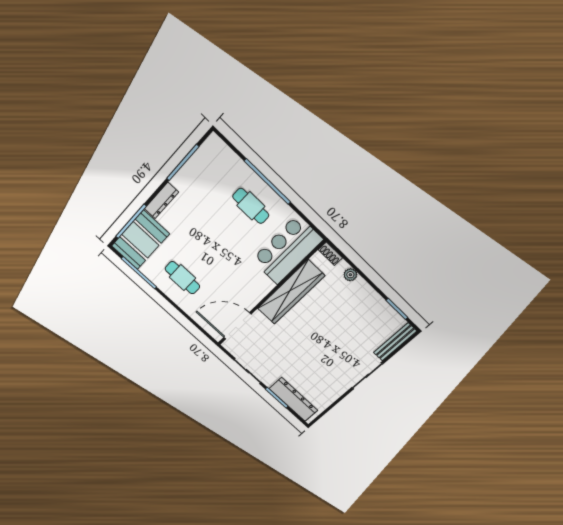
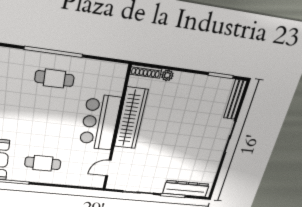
bar counter: (287, 250) -> (100, 122), moved
shoe rack: (330, 254) -> (146, 71), width x1.43
door: (237, 326) -> (108, 168), width x0.53

